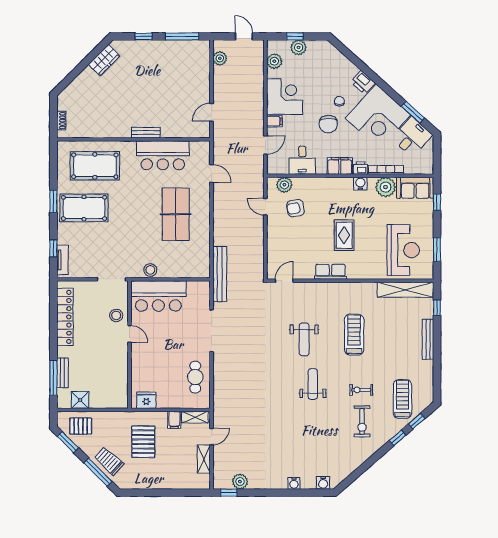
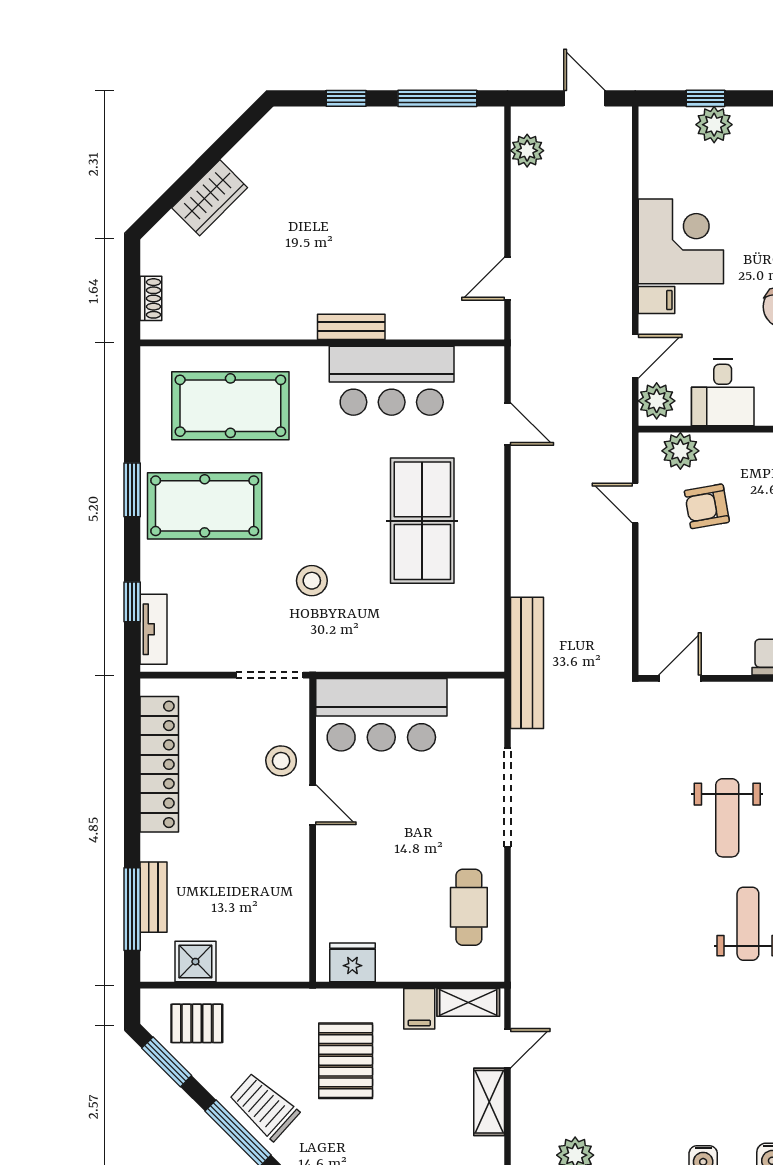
wardrobe: (104, 60) -> (210, 198), moved
plant: (274, 61) -> (657, 401), moved
stool: (150, 270) -> (312, 581), moved

